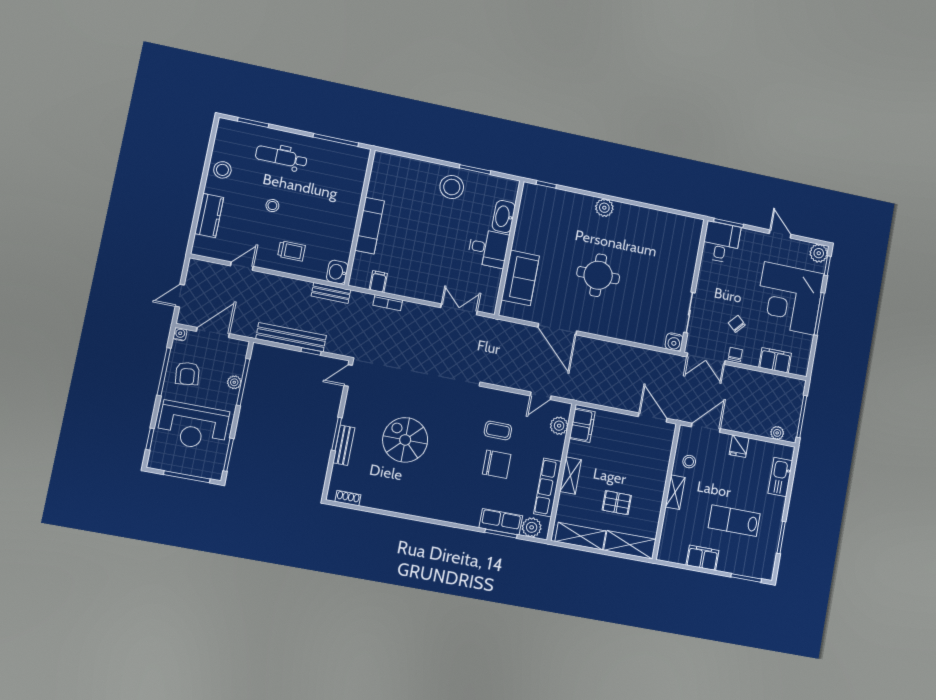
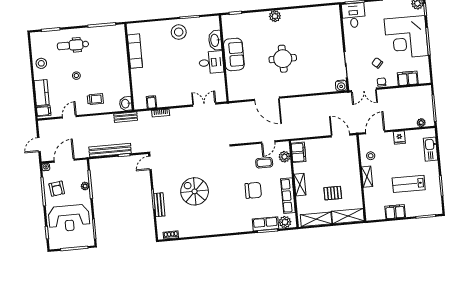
exam couch: (370, 226) -> (135, 51), moved
filing cabinet: (204, 245) -> (44, 111), added
sofa: (520, 278) -> (234, 54), moved
coffee table: (498, 430) -> (264, 163), moved

